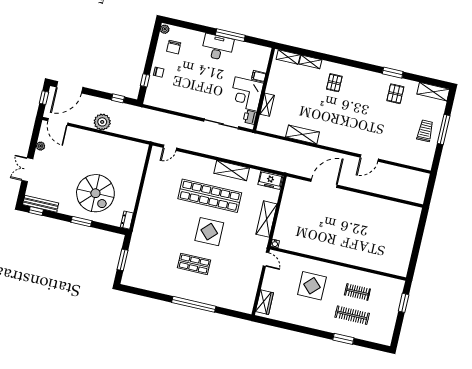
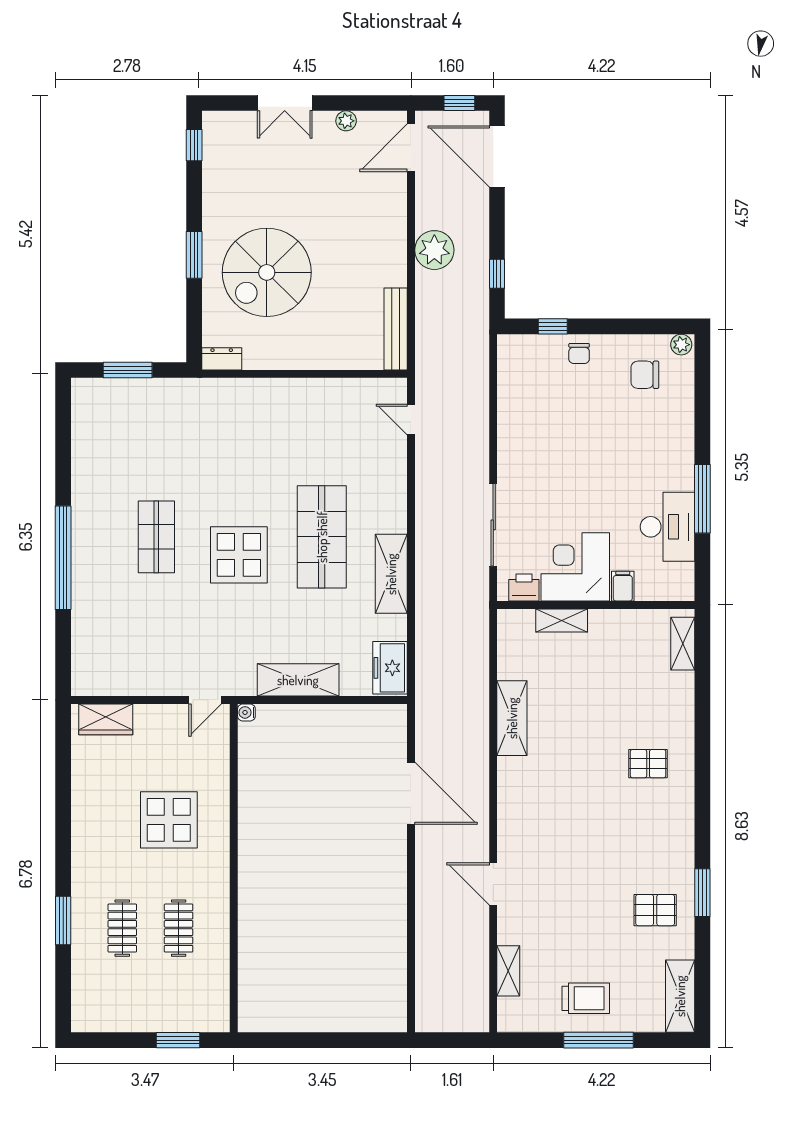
desk: (217, 47) -> (668, 527), moved
shelving: (310, 62) -> (508, 971), moved
double door: (27, 170) -> (285, 103), swing flipped
shop shelf: (210, 196) -> (322, 537), width x0.71
bench: (41, 204) -> (396, 329), moved
clothes rail: (352, 315) -> (122, 928), width x0.73

